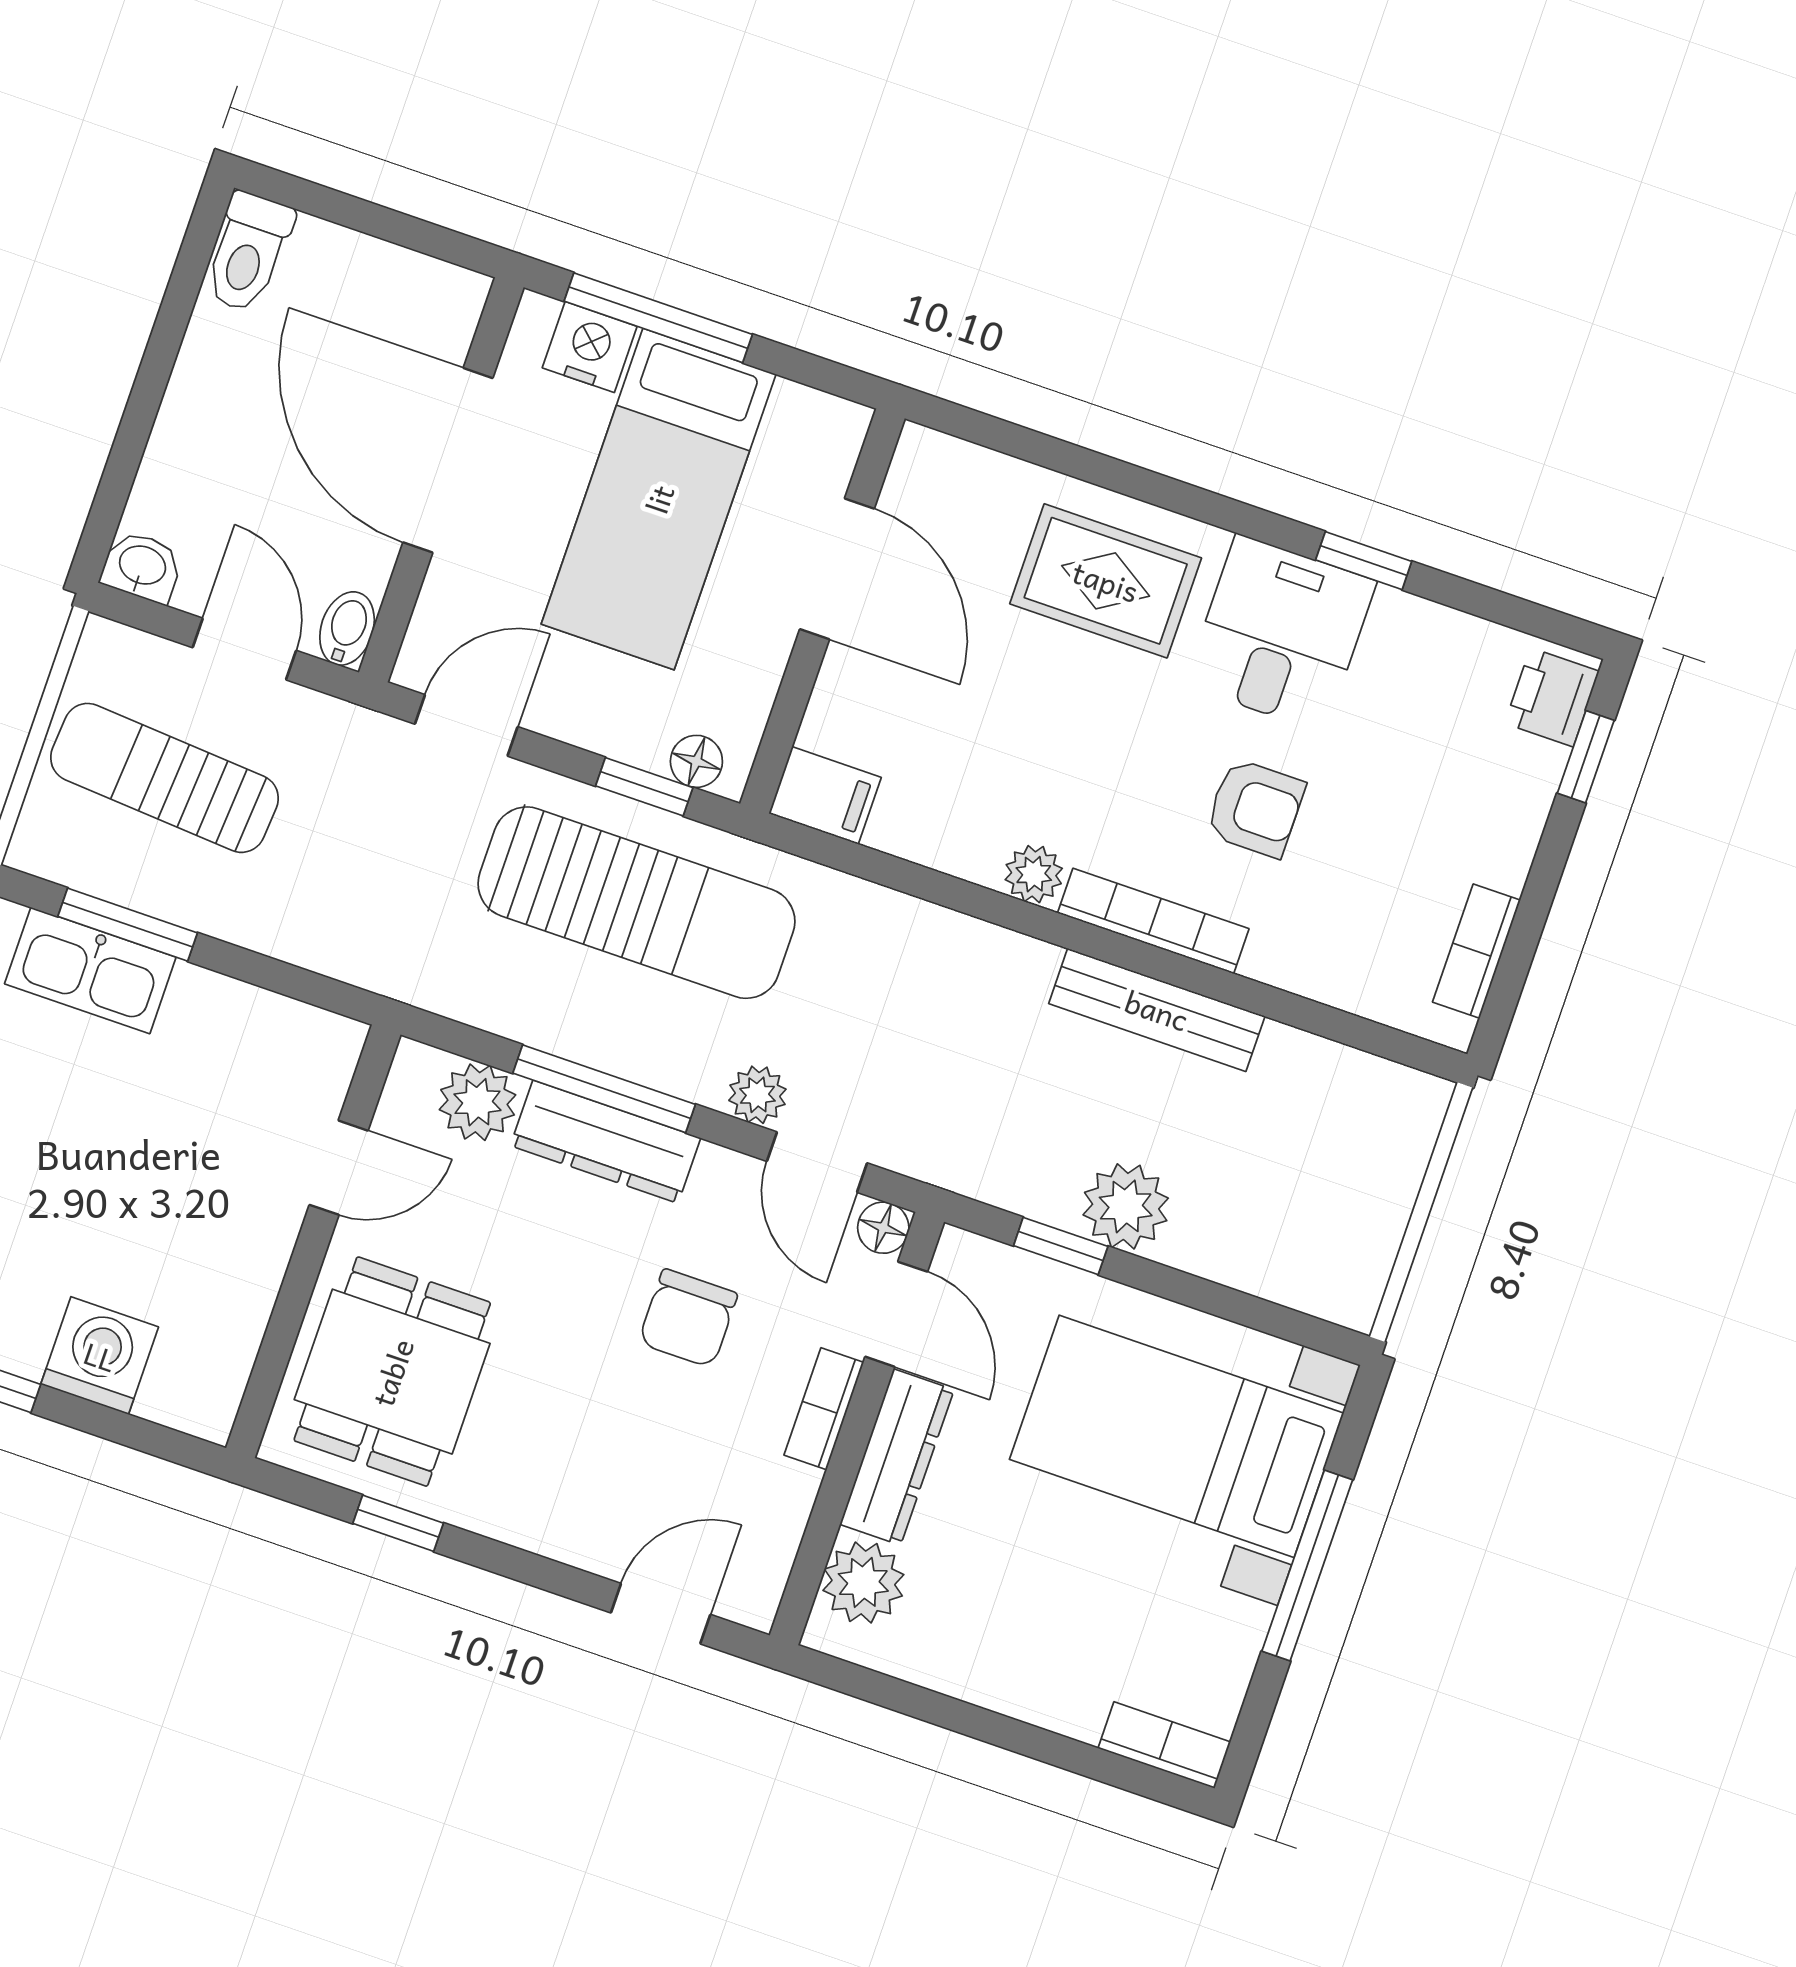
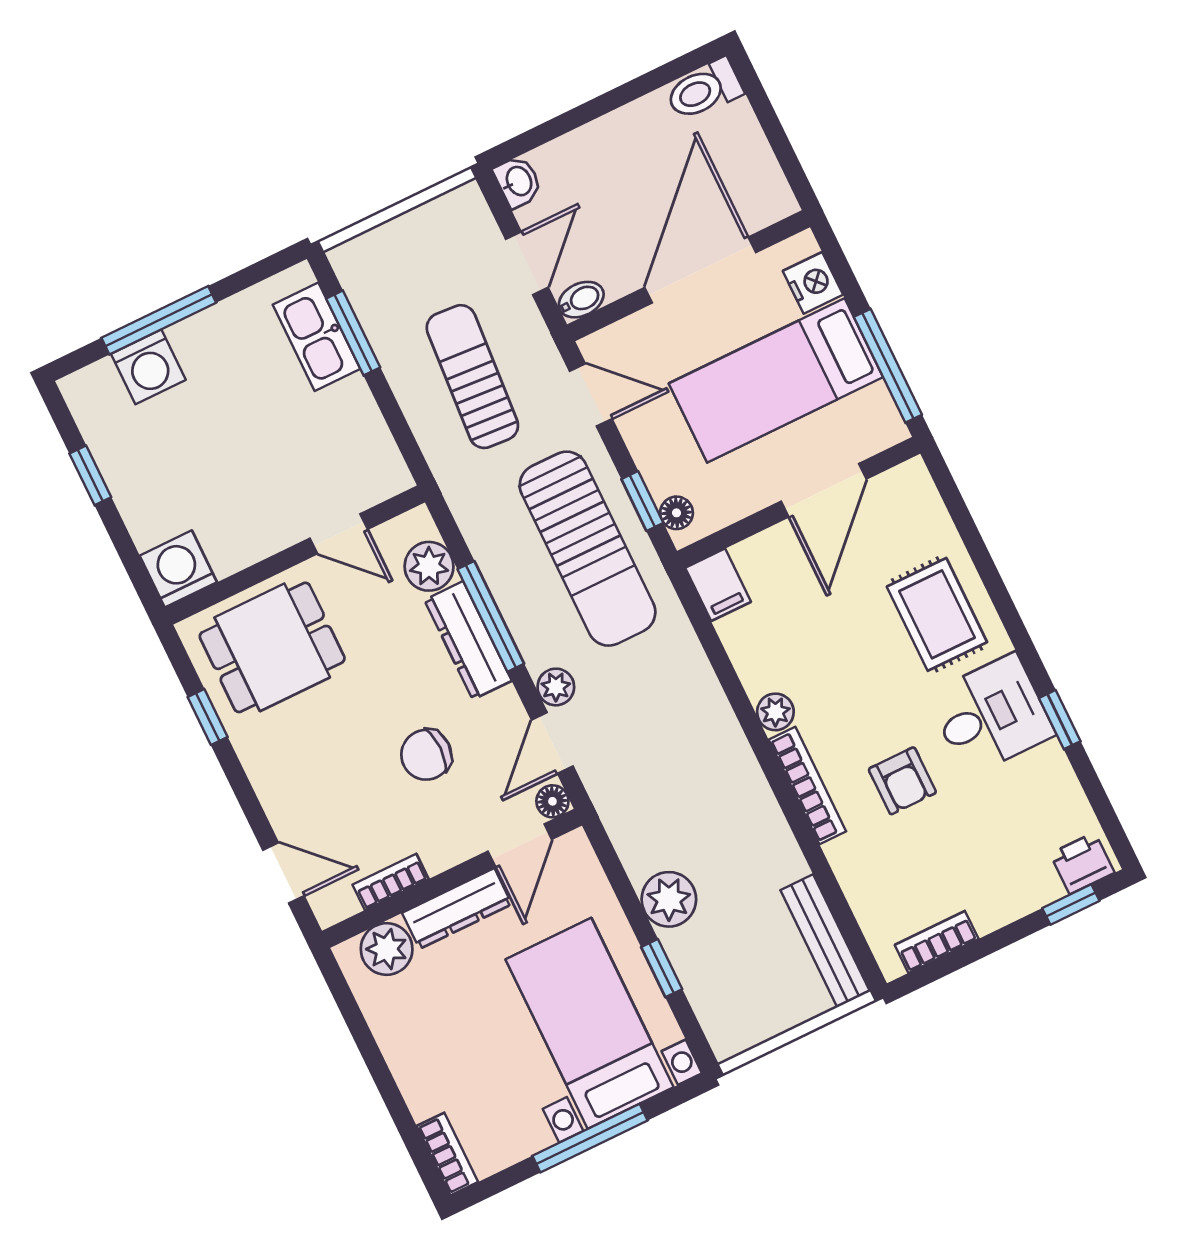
window: (658, 318) -> (888, 366), moved
sun lounger: (165, 778) -> (472, 377), moved
bench: (1157, 1010) -> (825, 941), moved
window: (1061, 1246) -> (662, 968), moved
washing machine: (100, 1356) -> (178, 569), moved, turned -90
bookcase: (824, 1409) -> (391, 882), moved

